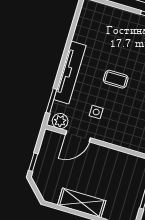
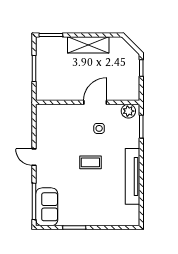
tv unit: (70, 73) -> (132, 176), moved
door: (78, 136) -> (95, 102), moved

